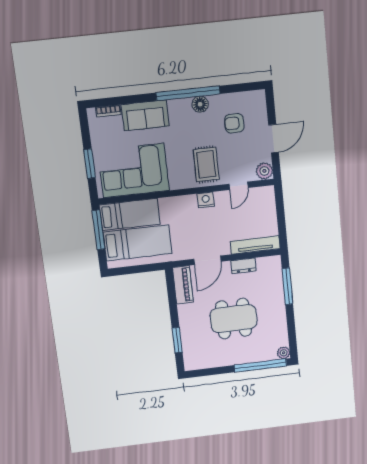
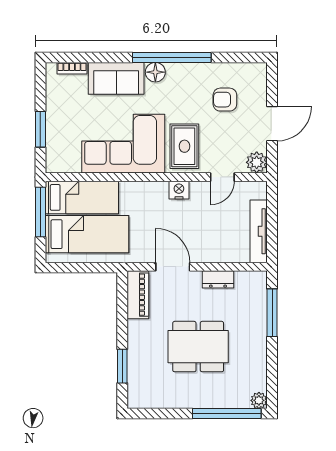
floor lamp: (200, 104) -> (155, 72), moved
corner sofa: (134, 171) -> (123, 144), moved
tv unit: (255, 245) -> (259, 231), moved, turned -90
door: (207, 260) -> (173, 267), swing flipped

